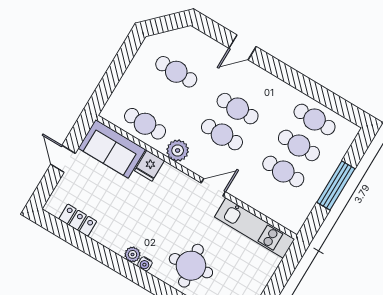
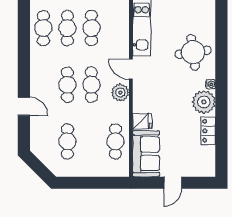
plant: (178, 150) -> (120, 92), moved
locker: (78, 220) -> (208, 131), moved
plant: (133, 254) -> (204, 102), width x1.88, depth x1.88

